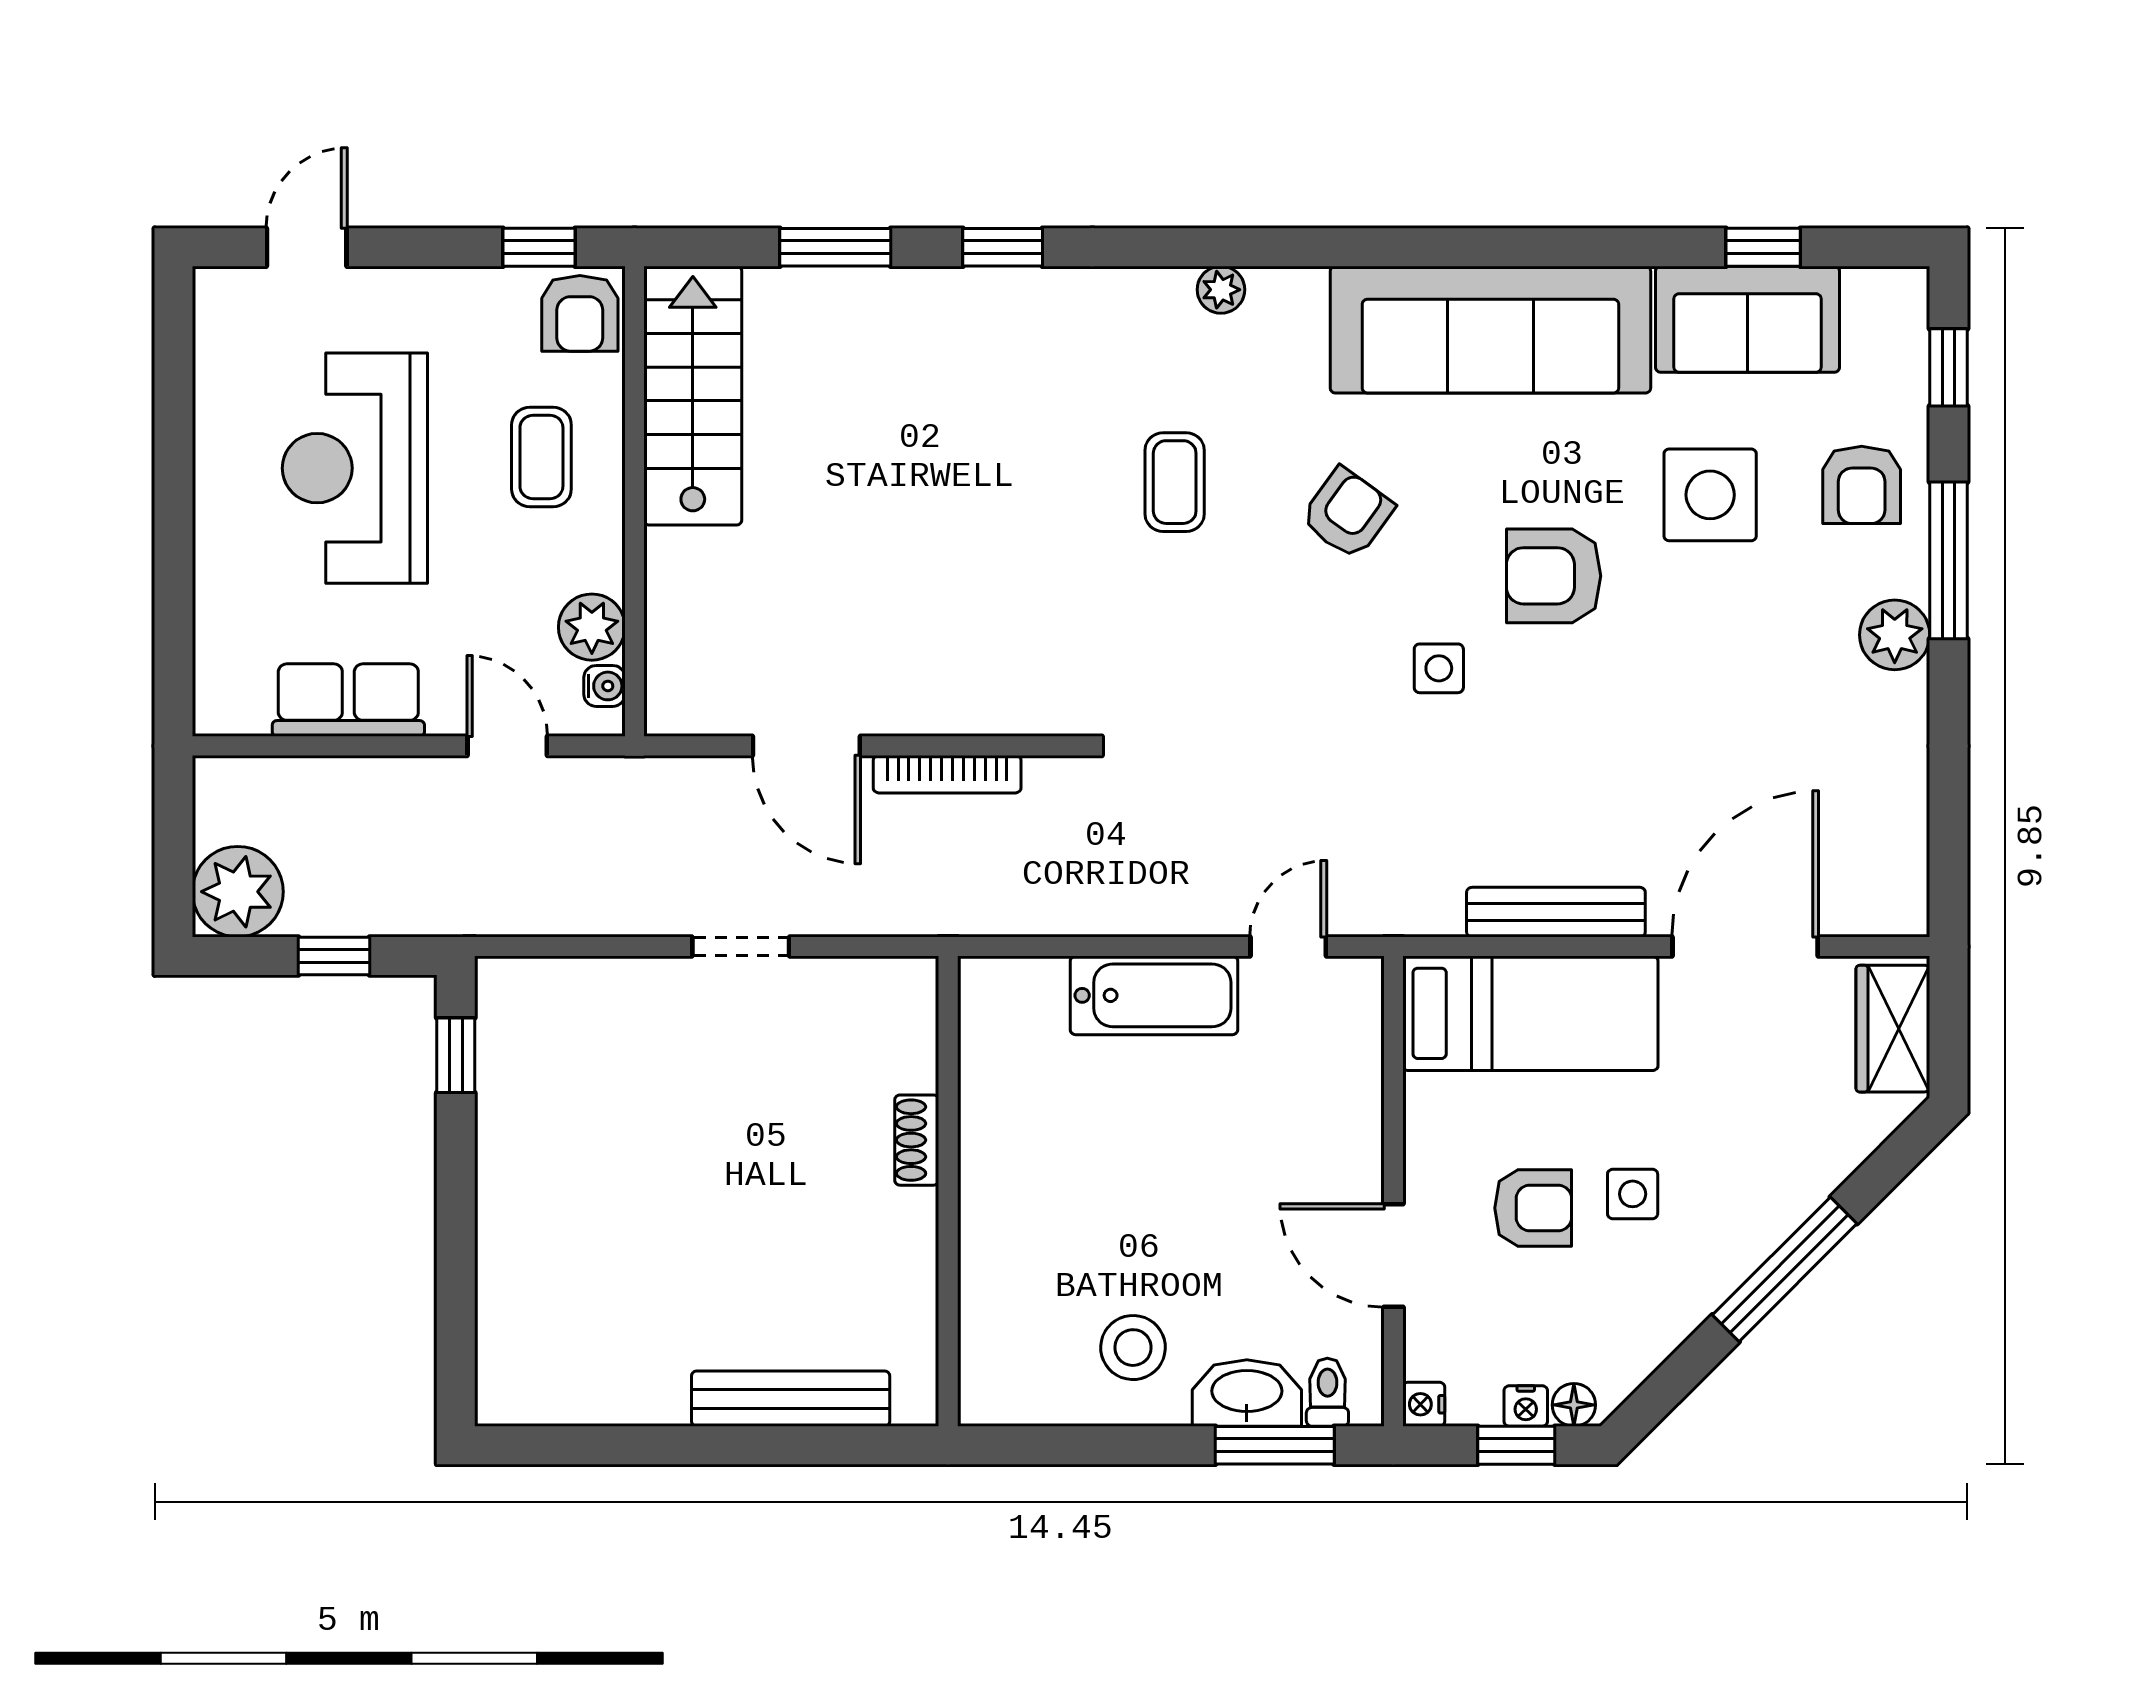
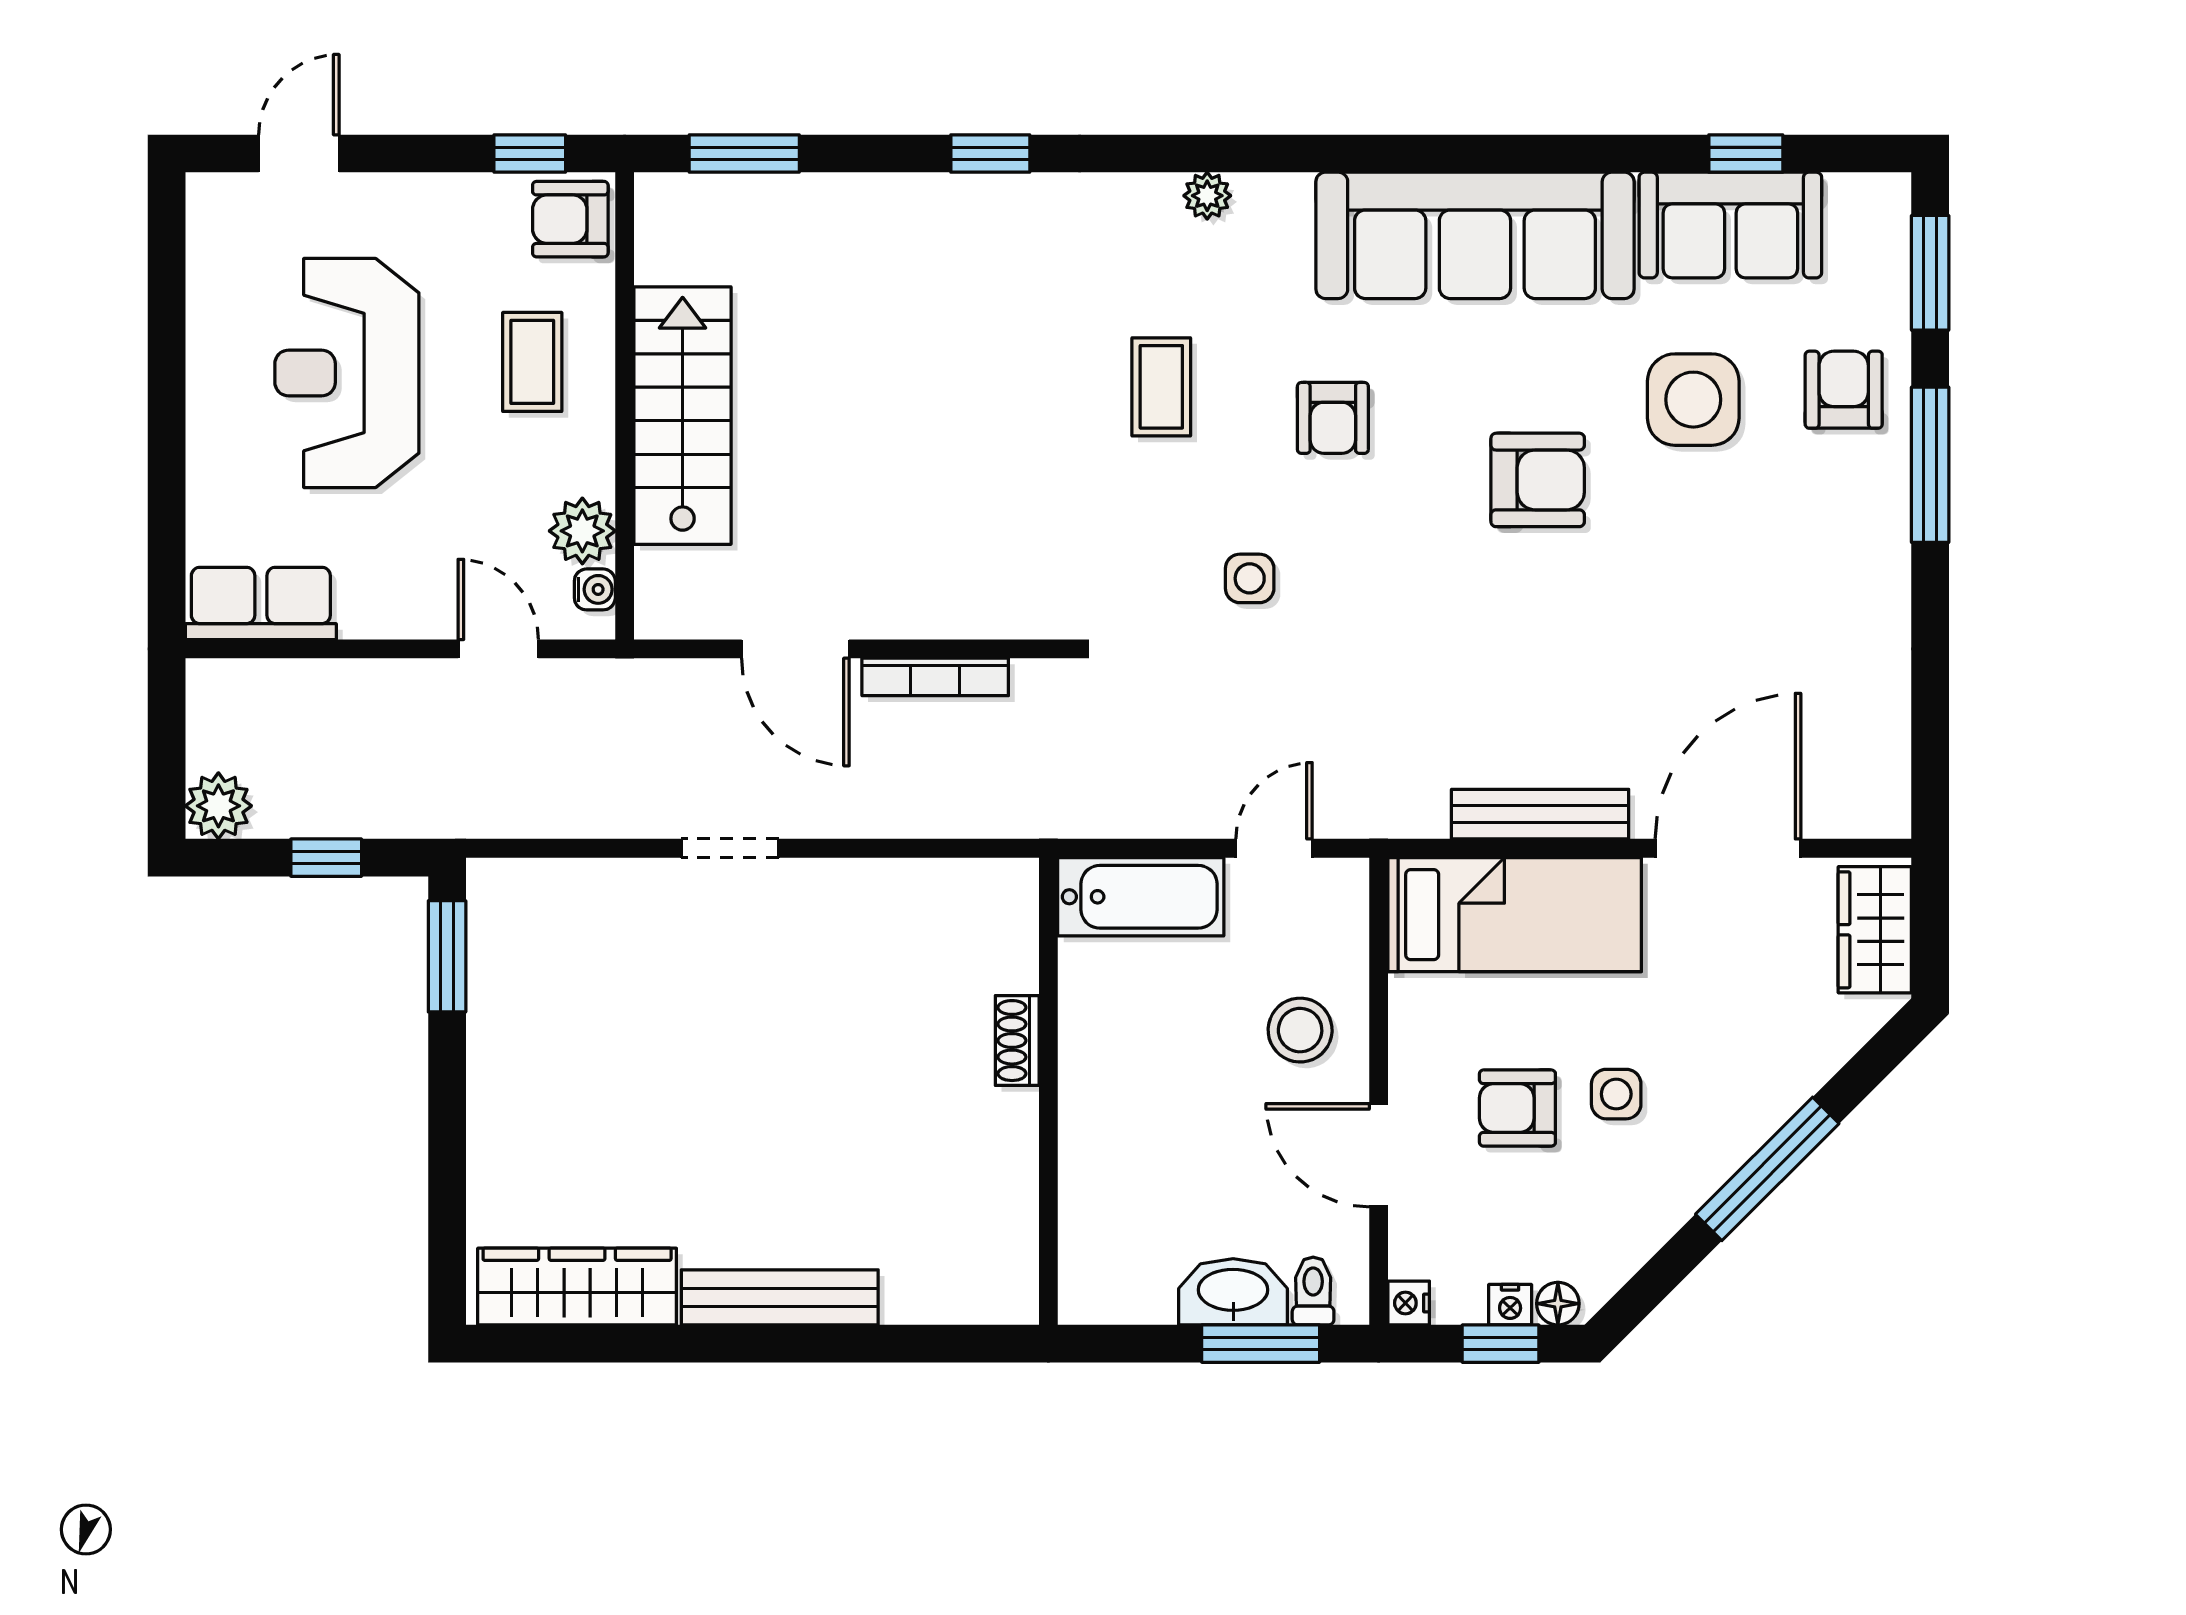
window: (835, 247) -> (744, 154), moved
armchair: (580, 313) -> (570, 219), turned 90
window: (1949, 367) -> (1930, 273), width x1.50
stairs: (693, 396) -> (683, 416), moved
armchair: (1862, 485) -> (1844, 390), turned 180
armchair: (1347, 513) -> (1333, 418), turned 144
armchair: (1554, 576) -> (1538, 480), turned 180
plant: (1895, 635) -> (1877, 539), removed
side table: (1439, 668) -> (1250, 578), moved
row of seats: (348, 700) -> (261, 603), moved
plant: (238, 892) -> (218, 806), width x0.73, depth x0.73
window: (456, 1055) -> (447, 956), width x1.50
shoe rack: (917, 1140) -> (1017, 1041), moved
wall: (948, 1191) -> (1048, 1091), moved
armchair: (1533, 1208) -> (1517, 1108), turned 180
stool: (1133, 1348) -> (1300, 1030), moved
wardrobe: (587, 1388) -> (577, 1287), added

